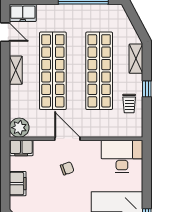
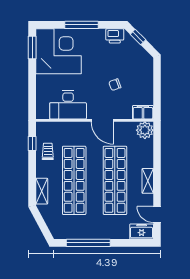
window: (147, 89) -> (32, 144), moved
desk: (122, 156) -> (68, 105), moved
chair: (67, 168) -> (115, 85), moved
filing cabinet: (18, 184) -> (146, 81), removed

